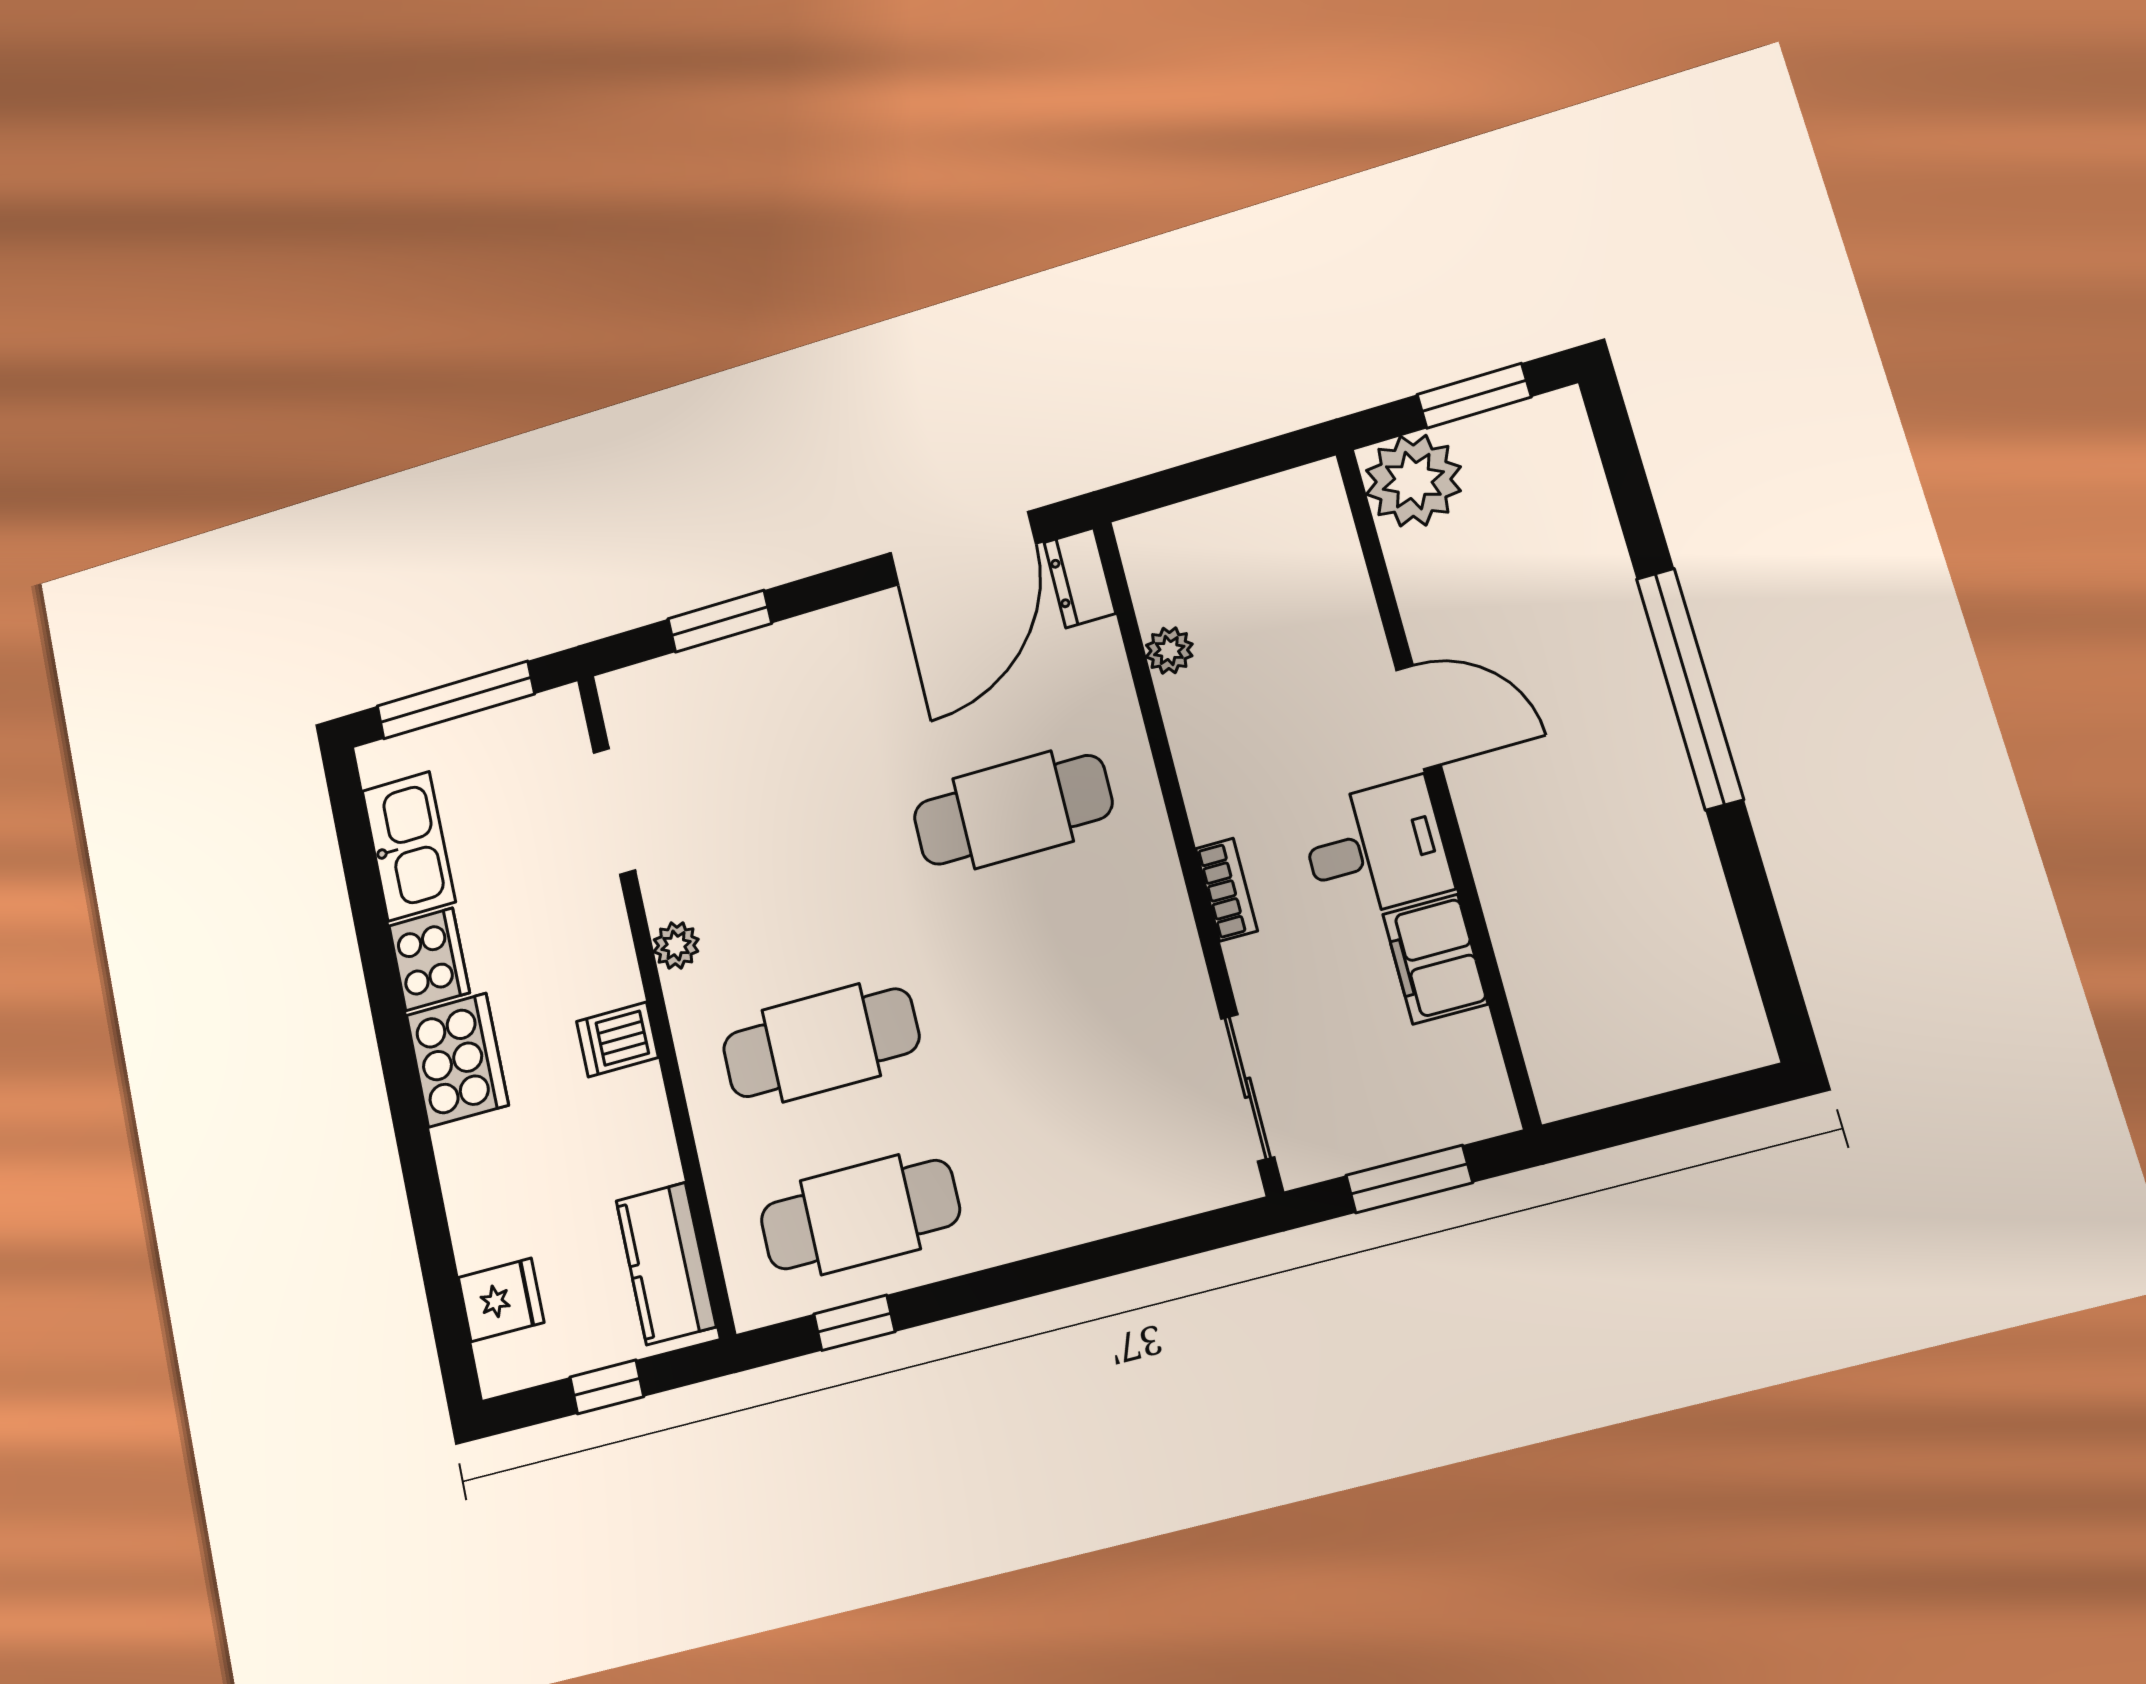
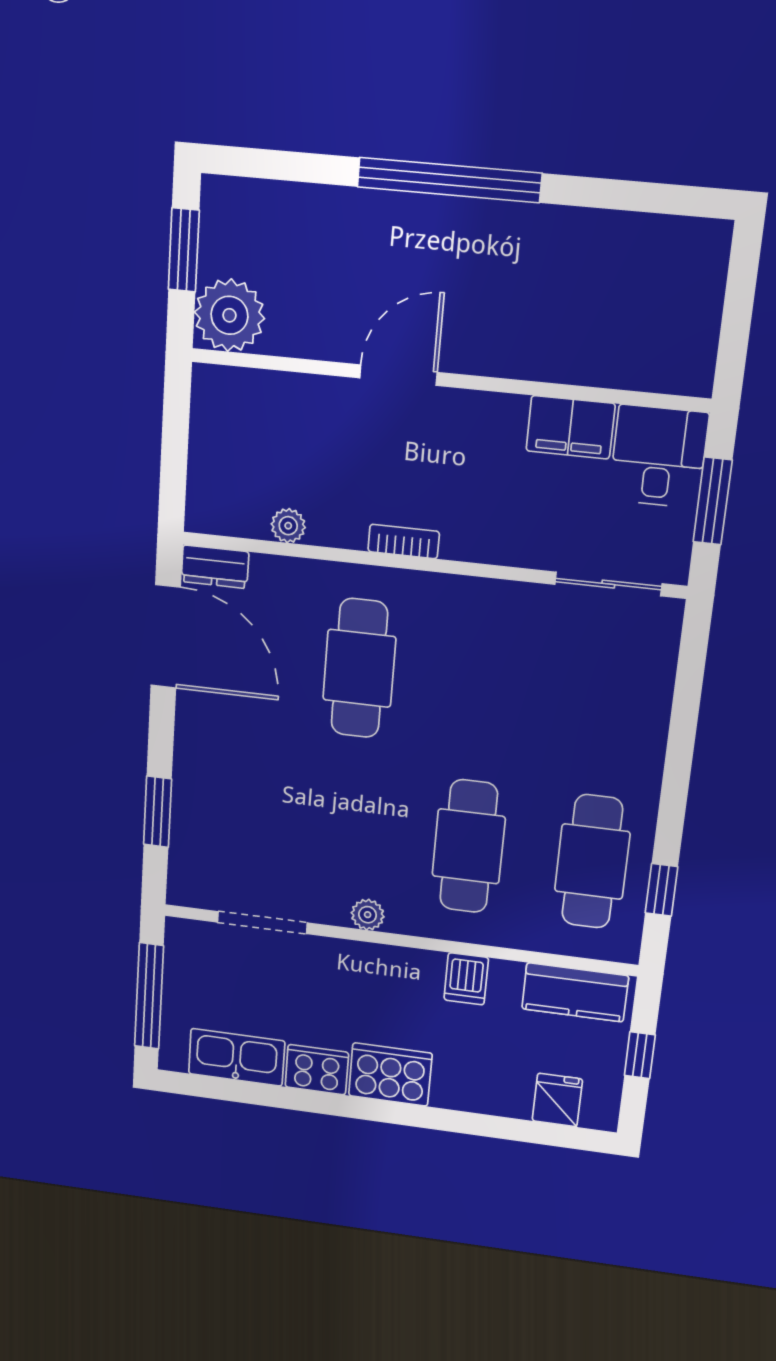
desk: (1376, 849) -> (659, 457), moved
bookcase: (1226, 890) -> (404, 541), moved
dishwasher: (617, 1039) -> (466, 979), moved

